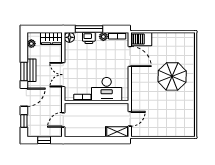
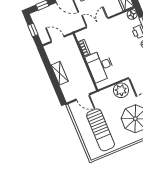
plant: (139, 79) -> (121, 90), added
sun lounger: (169, 115) -> (101, 130), added
shelving: (117, 132) -> (60, 73), moved

